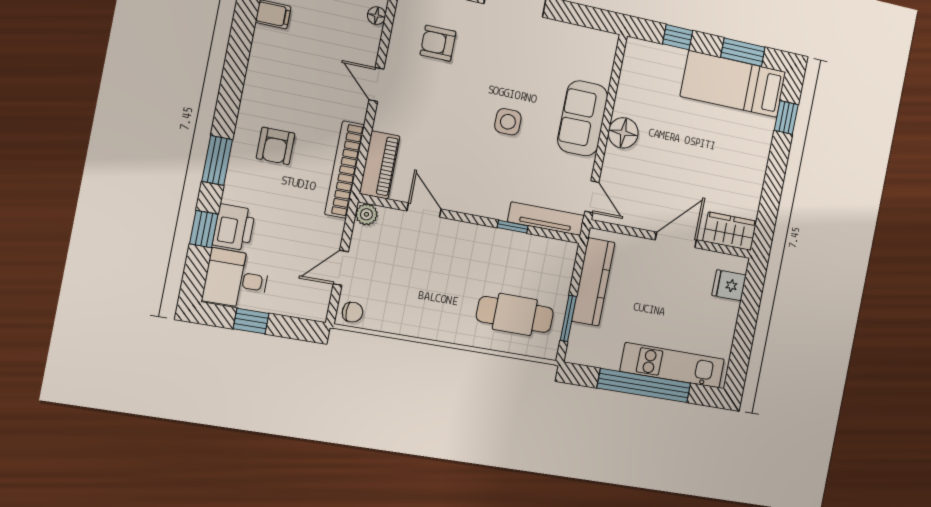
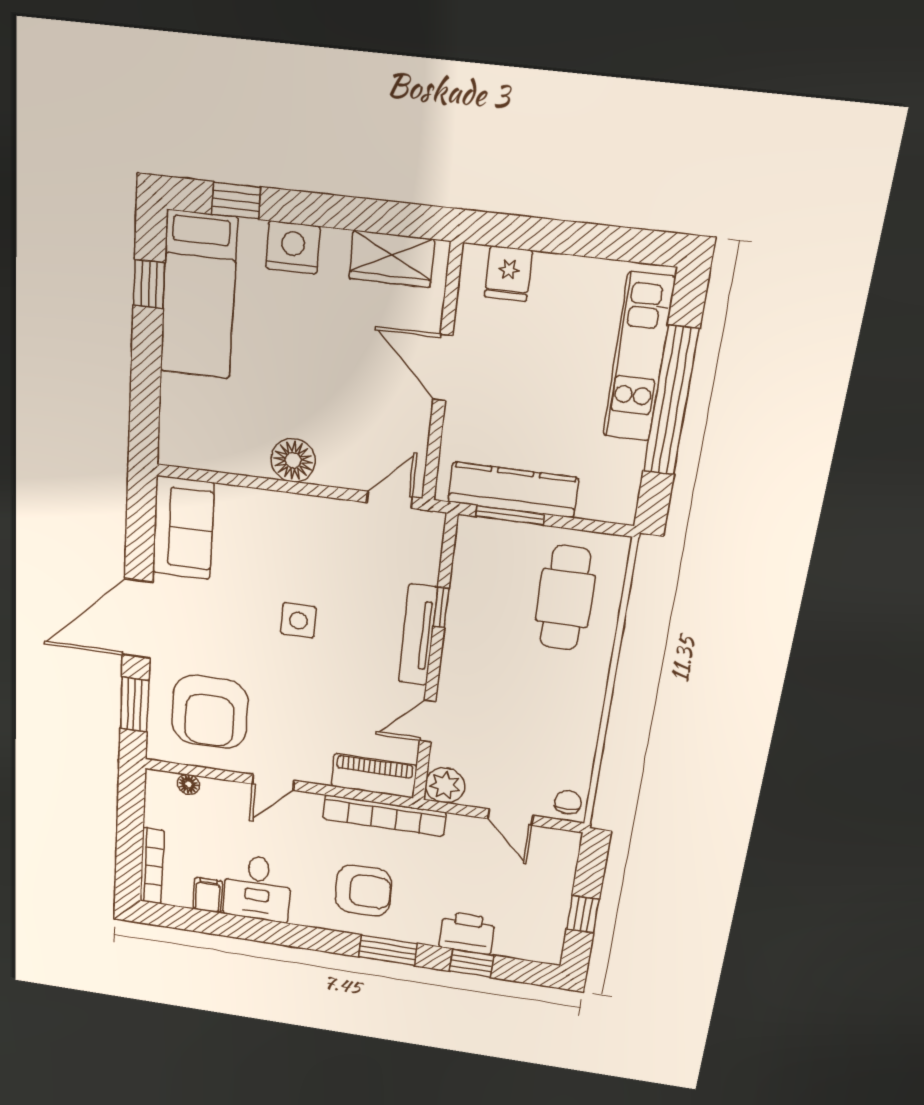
window: (678, 37) -> (145, 389), removed
armchair: (438, 43) -> (210, 712), width x1.88, depth x1.88
window: (743, 52) -> (149, 284), width x0.67
sofa: (583, 118) -> (183, 528), moved, turned -90
armchair: (276, 146) -> (363, 891), width x1.38, depth x1.38
nightstand: (756, 150) -> (293, 247), added
plant: (366, 214) -> (445, 785), width x1.38, depth x1.38
tv unit: (546, 219) -> (418, 635), moved
wardrobe: (730, 231) -> (392, 259), moved, turned -90
desk: (236, 279) -> (257, 888), moved
window: (568, 318) -> (510, 515), moved

